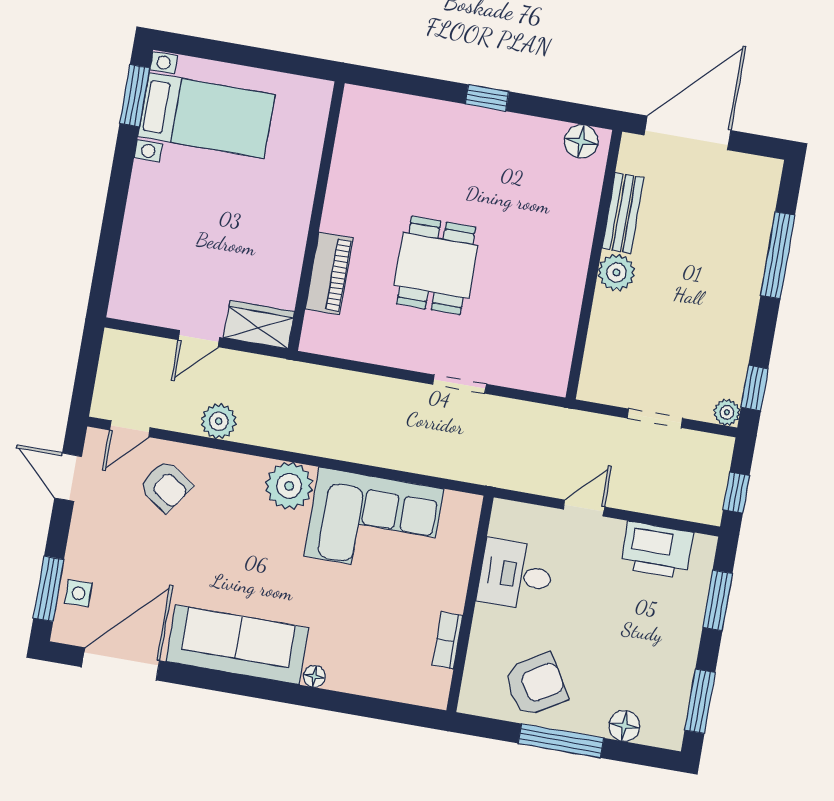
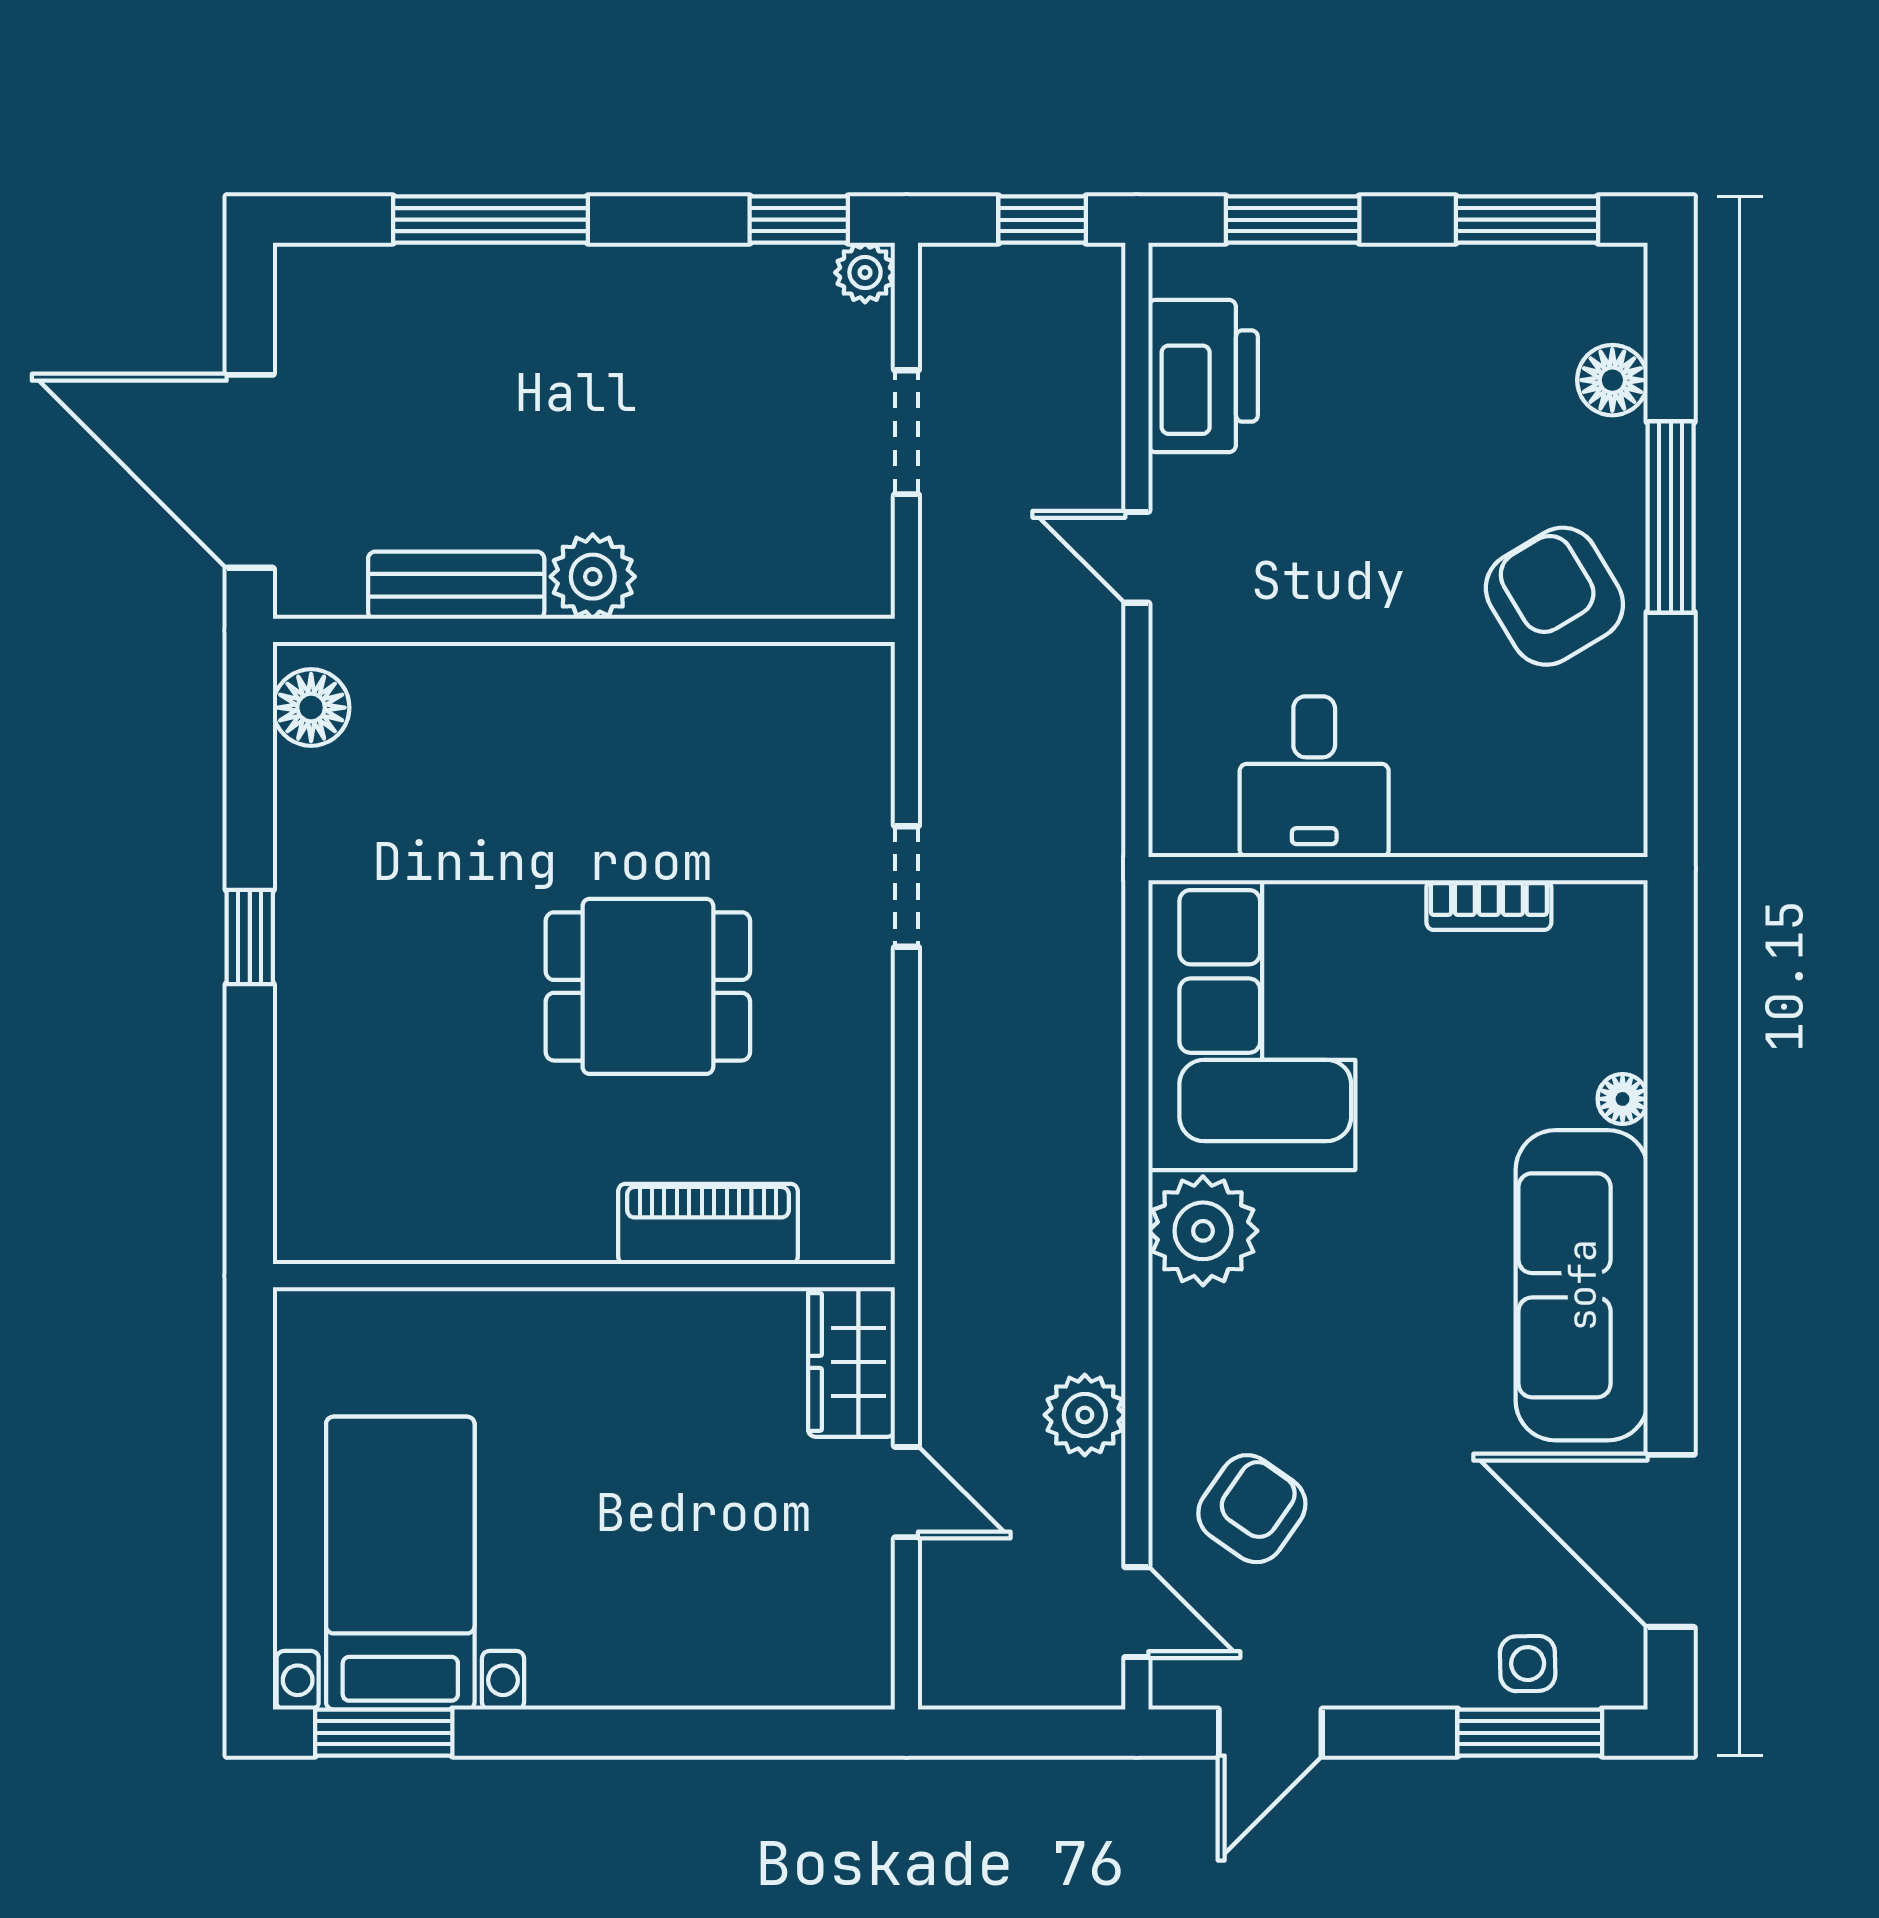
desk: (516, 575) -> (1314, 777), moved
wall: (470, 604) -> (1398, 869), moved
bookcase: (447, 640) -> (1489, 905), moved

